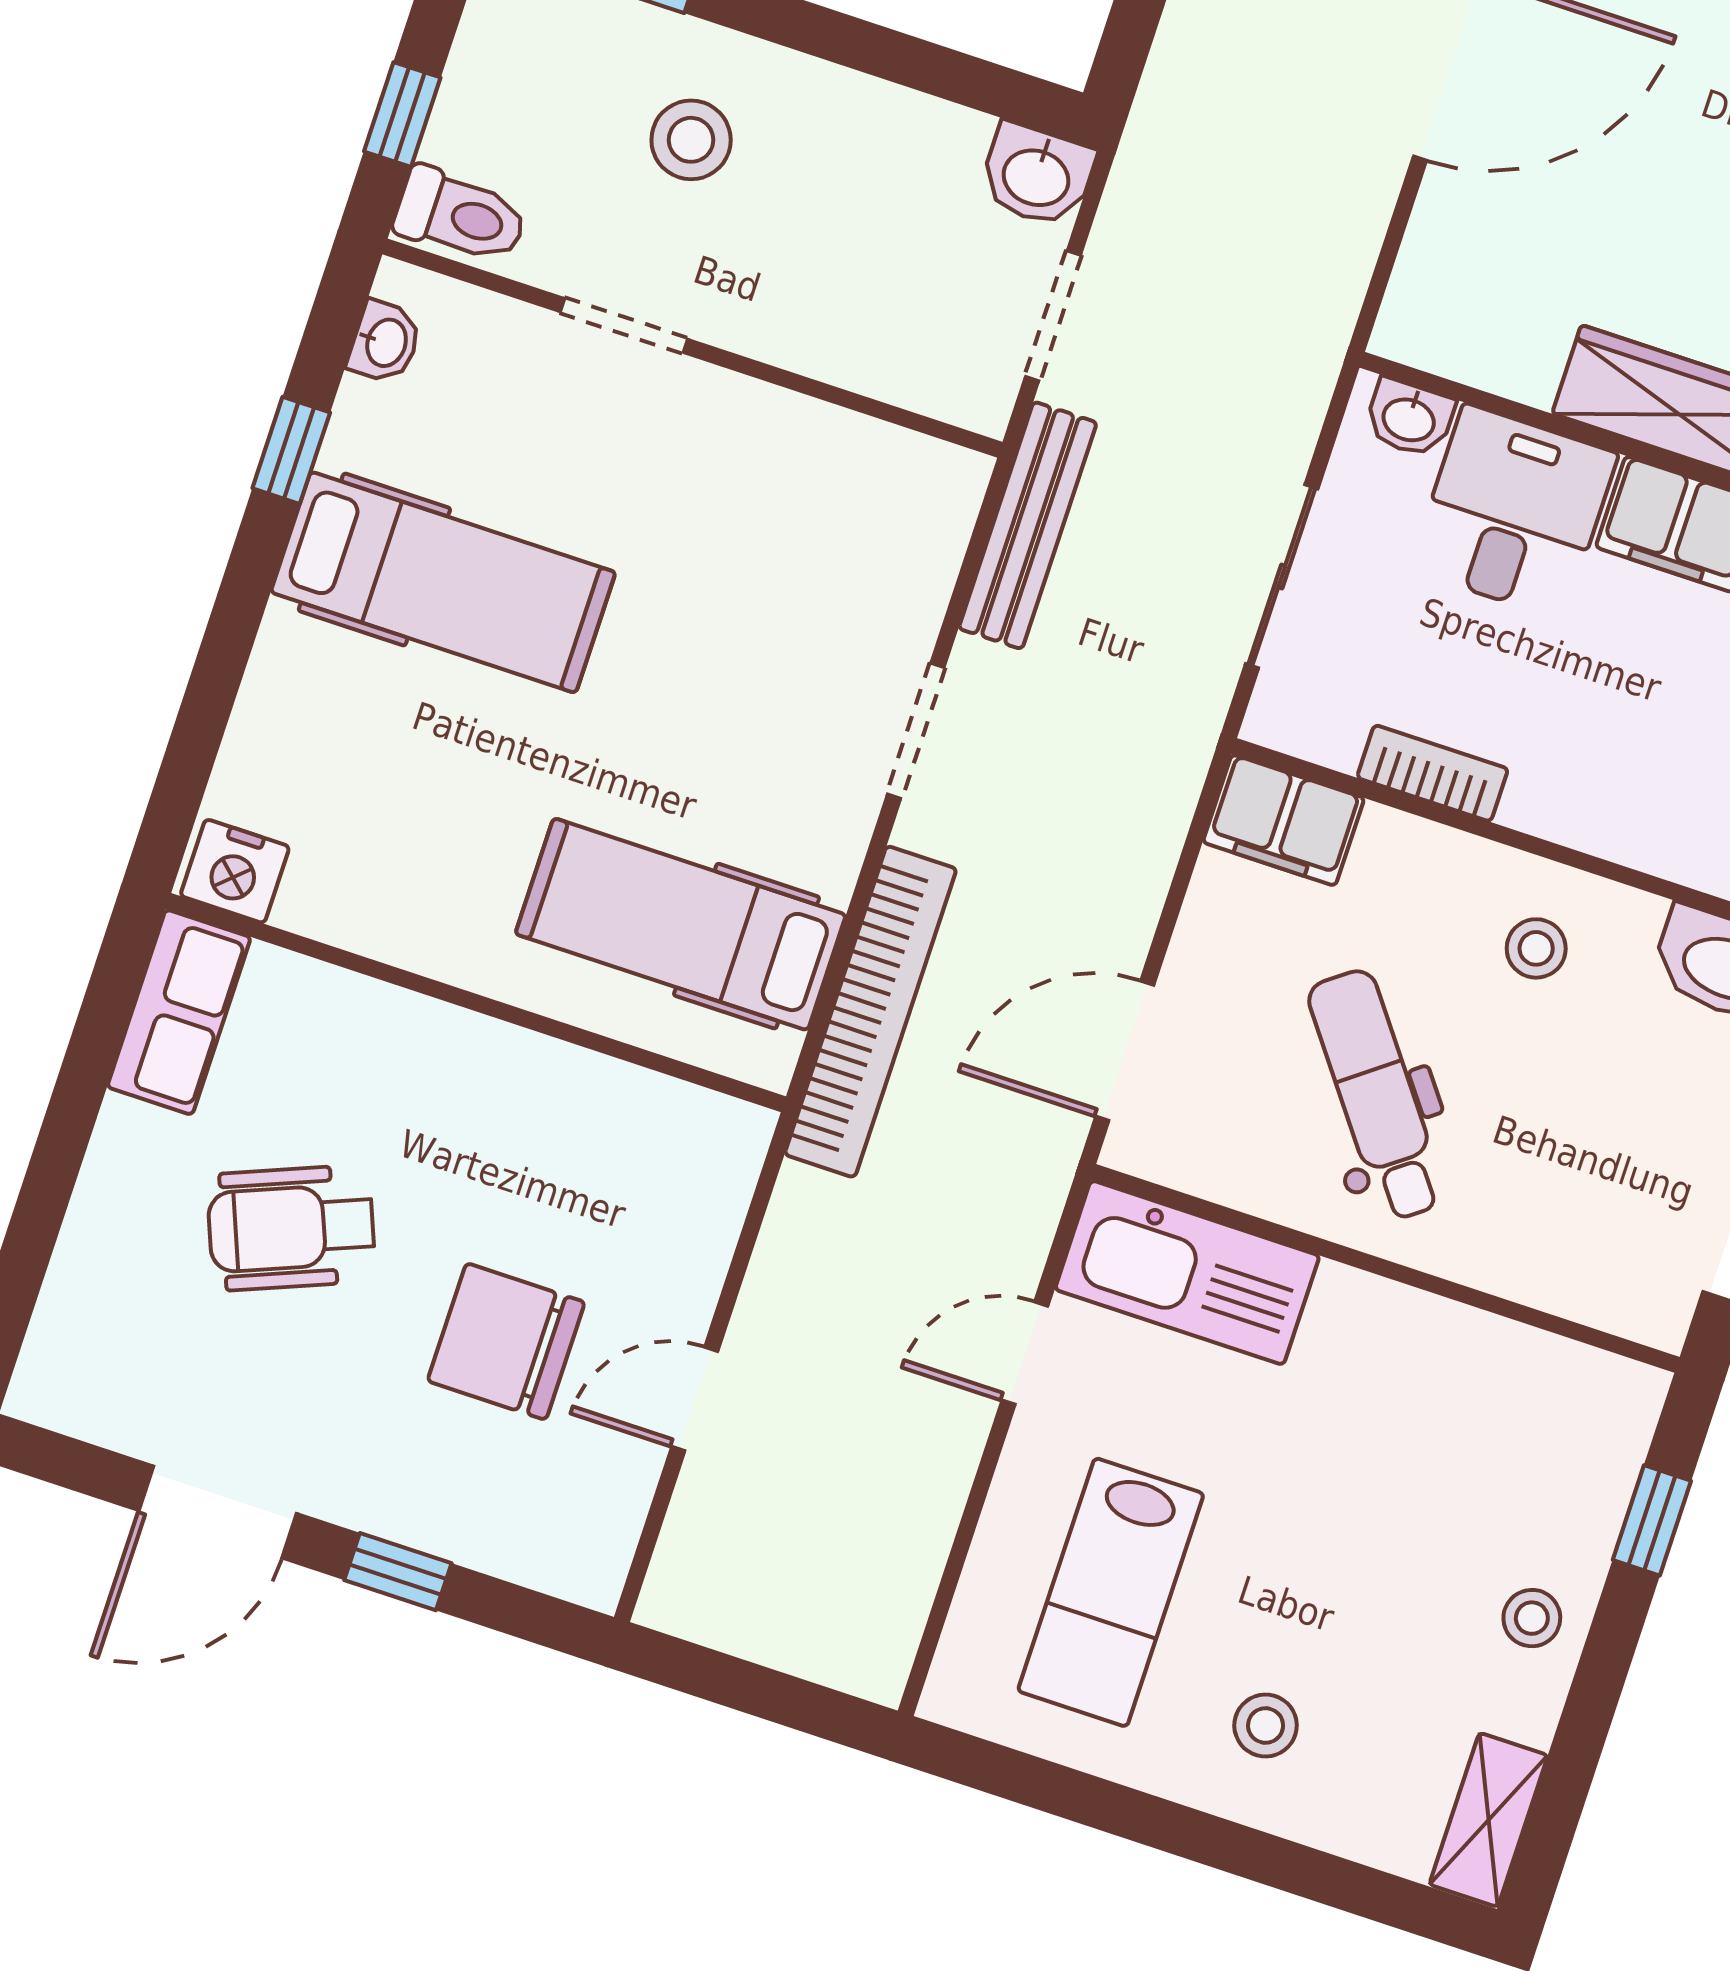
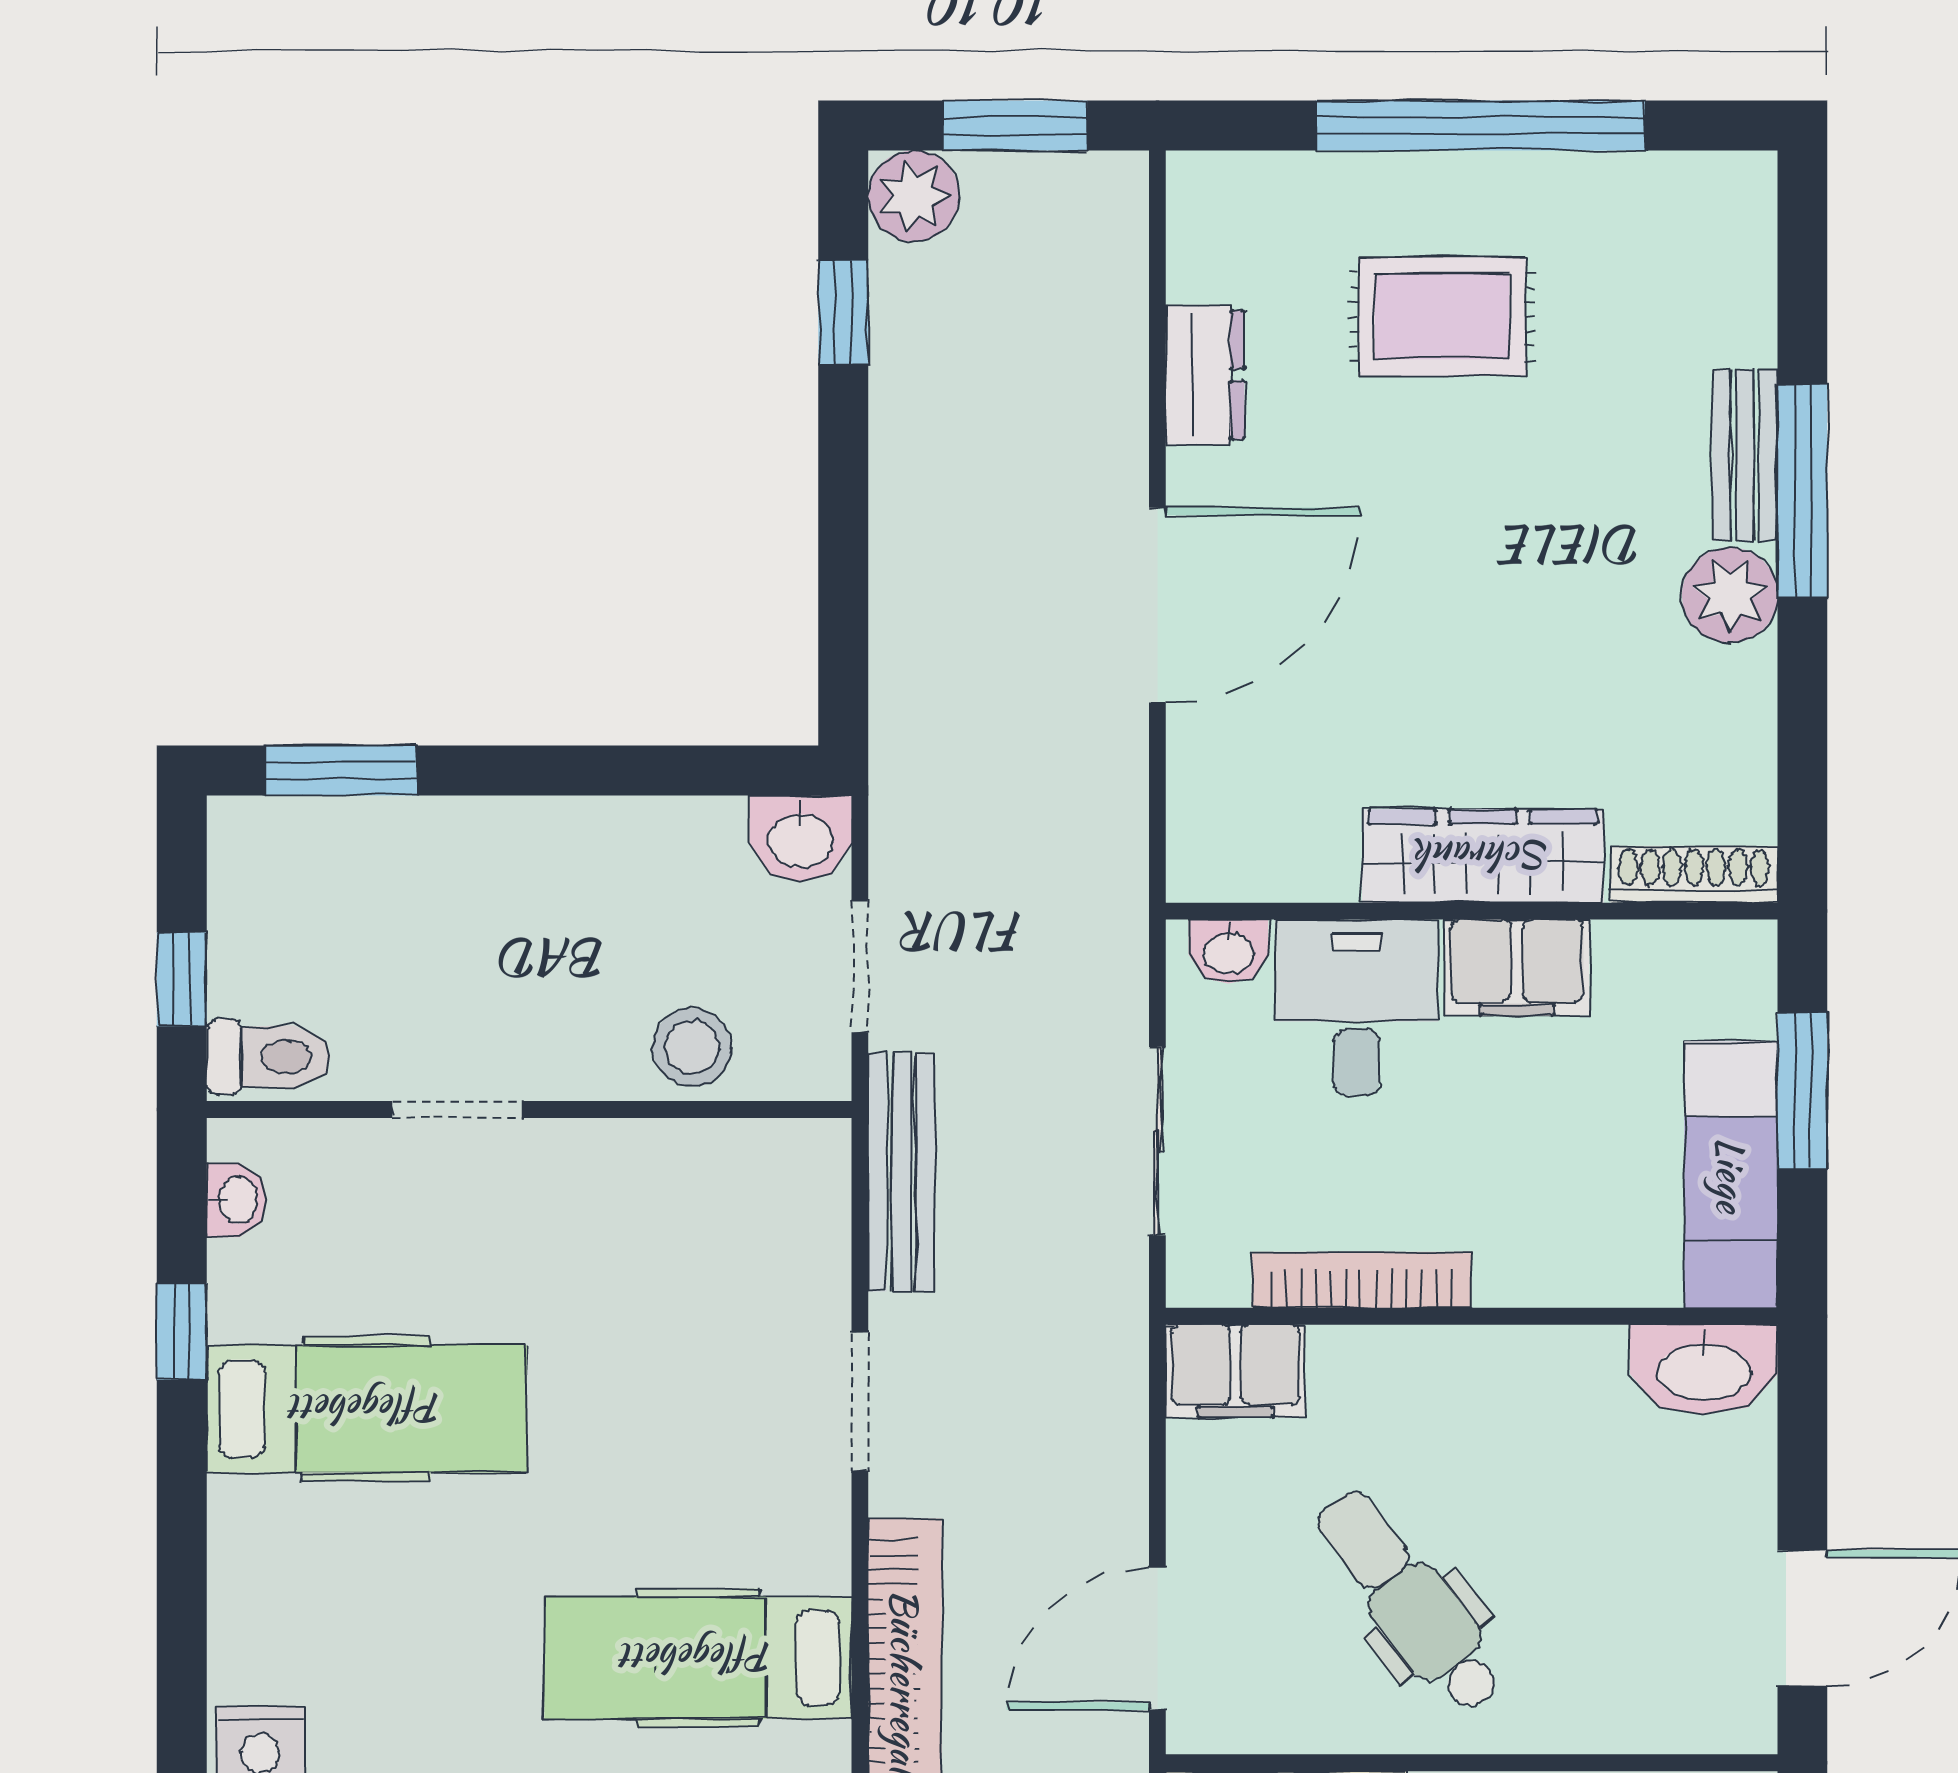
stool: (691, 140) -> (692, 1047), moved
bookcase: (1433, 773) -> (1362, 1280), width x1.56
stool: (1536, 948) -> (1514, 1413), removed

